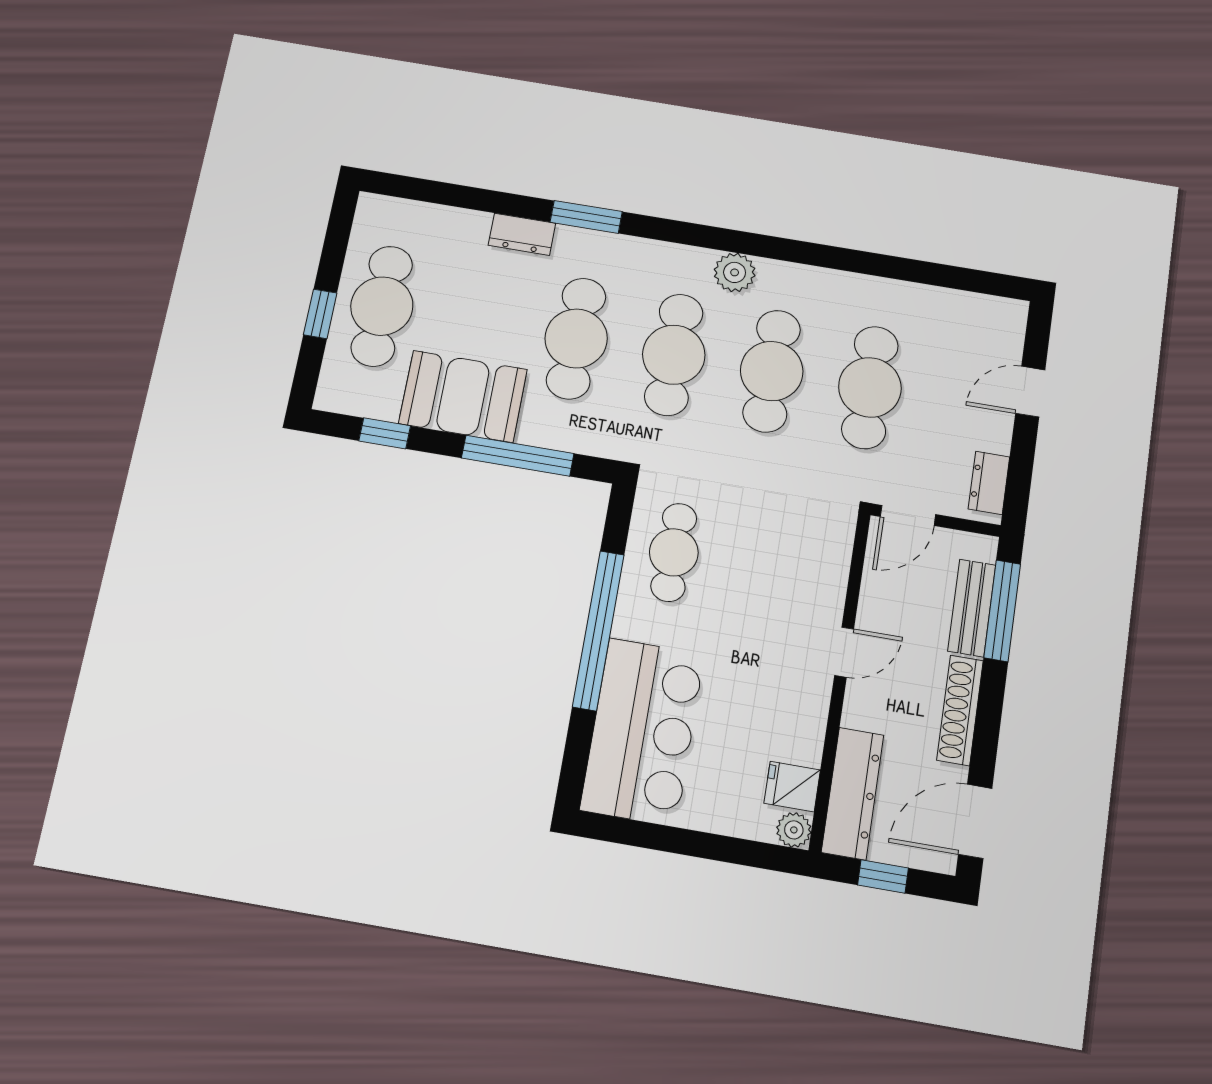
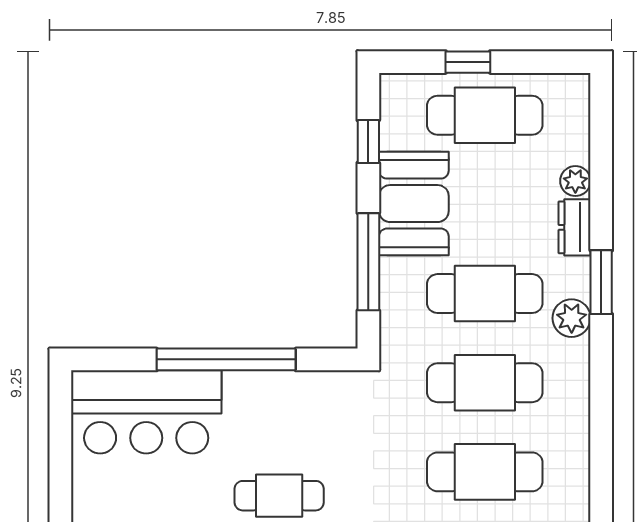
plant: (472, 225) -> (575, 181), added
plant: (735, 272) -> (572, 318), moved
cafe table: (674, 552) -> (279, 496), moved

